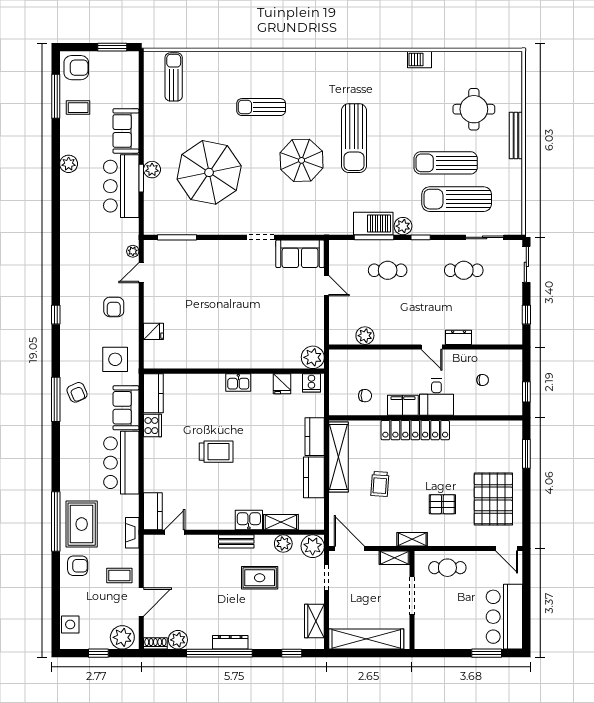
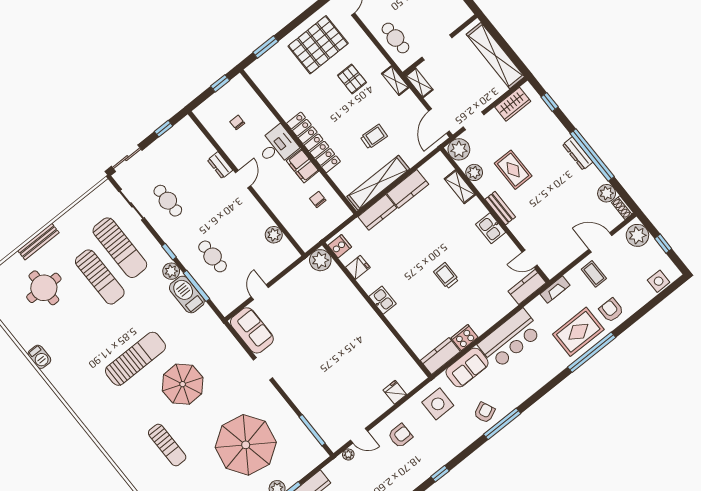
trolley: (216, 452) -> (446, 276), width x0.73, depth x0.72
kitchen sink: (249, 520) -> (491, 228), moved

